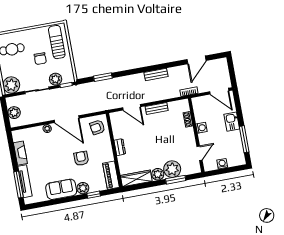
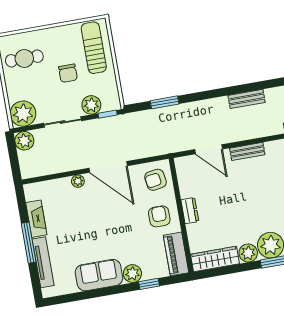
plant: (14, 113) -> (24, 141), moved
armchair: (81, 158) -> (159, 216), moved
window: (18, 185) -> (29, 243), moved

